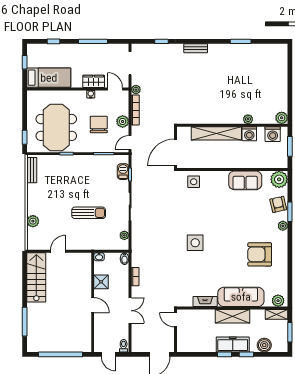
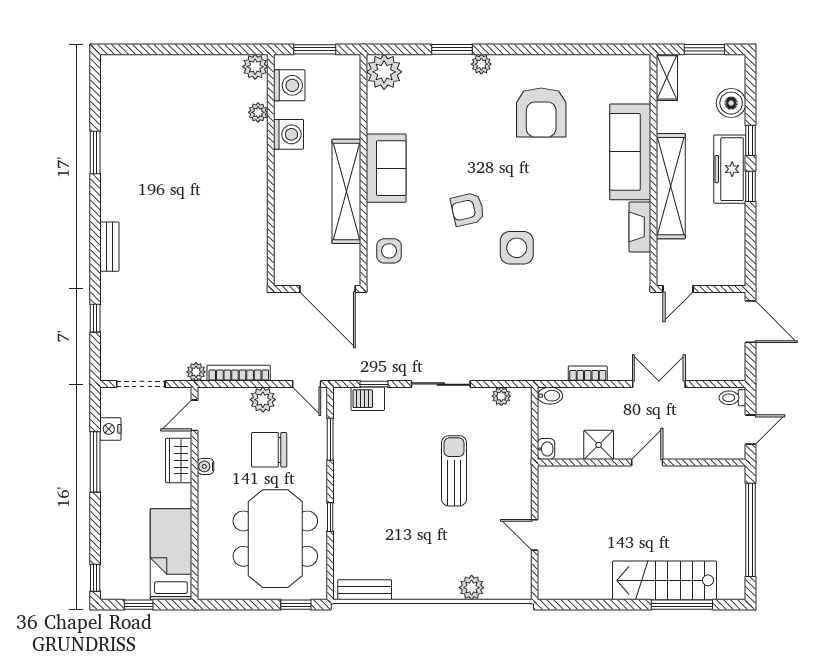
window: (54, 41) -> (95, 578), moved
nightstand: (109, 49) -> (110, 429), added
plant: (248, 119) -> (258, 112), moved
meeting table: (56, 127) -> (275, 539), turned 90
shelving: (216, 133) -> (346, 191), moved
sofa: (245, 180) -> (386, 168), moved
armchair: (278, 204) -> (468, 209), moved
stairs: (36, 277) -> (664, 580), moved
plant: (278, 301) -> (638, 74), removed
shelving: (233, 316) -> (671, 186), width x1.47

